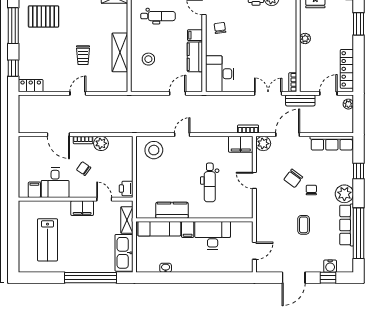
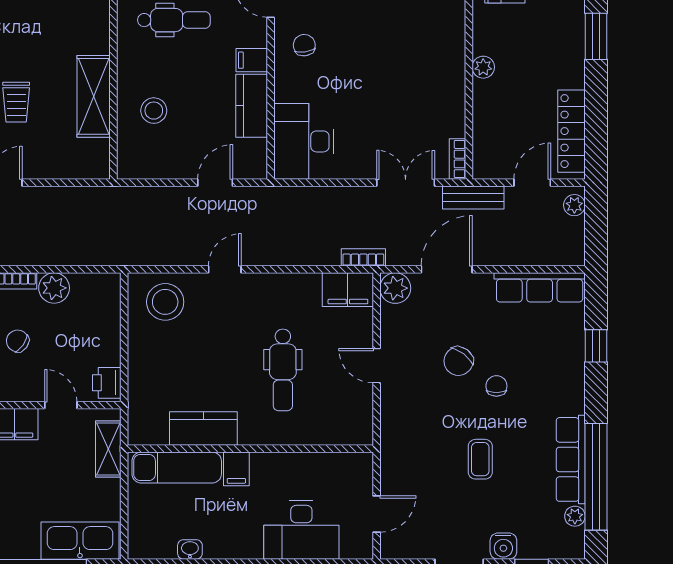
plant: (344, 194) -> (575, 516), moved, width x0.53, depth x0.53
desk: (213, 235) -> (301, 530), moved, turned 180
kitchen sink: (124, 253) -> (80, 541), moved, turned 90
water cooler: (330, 266) -> (503, 546), moved

